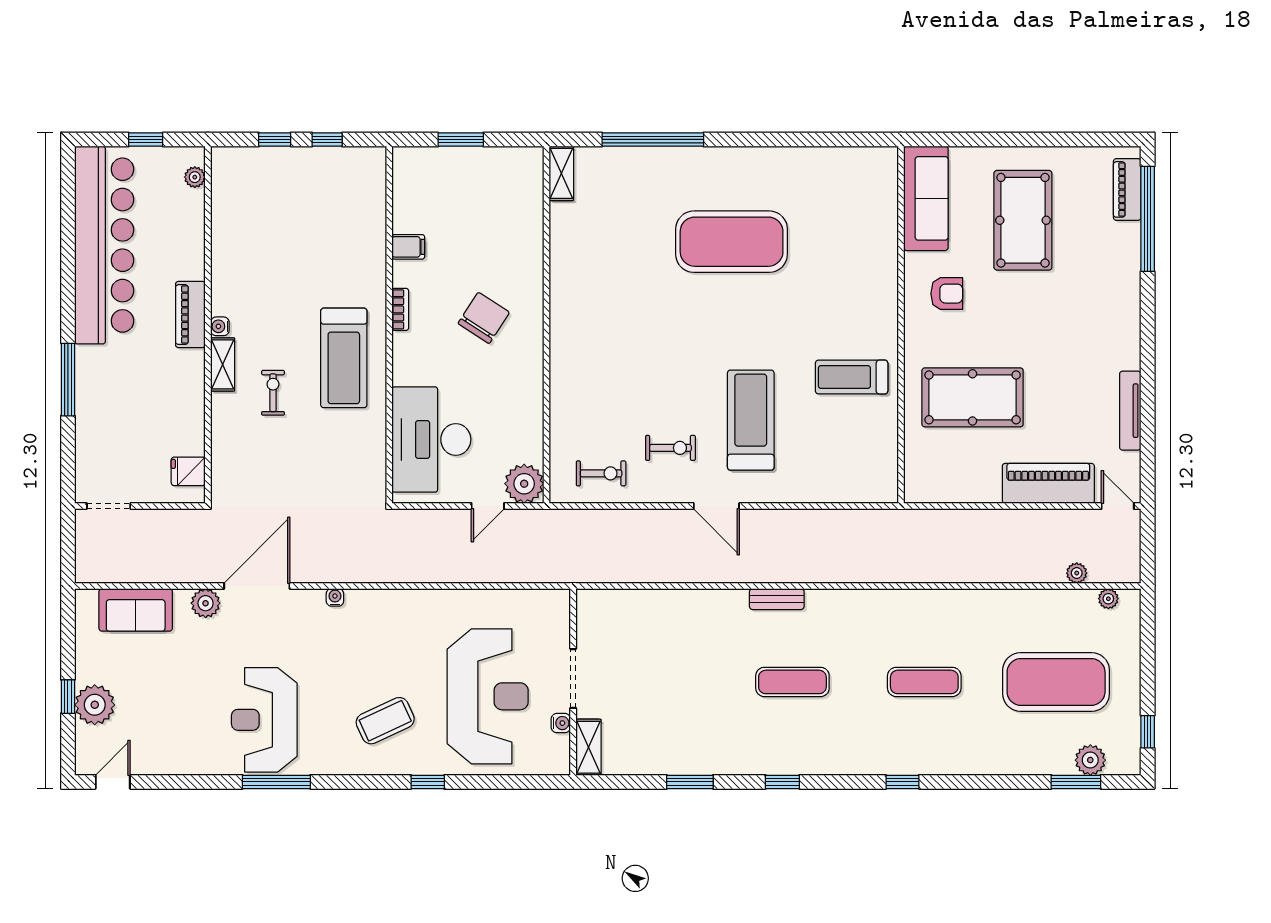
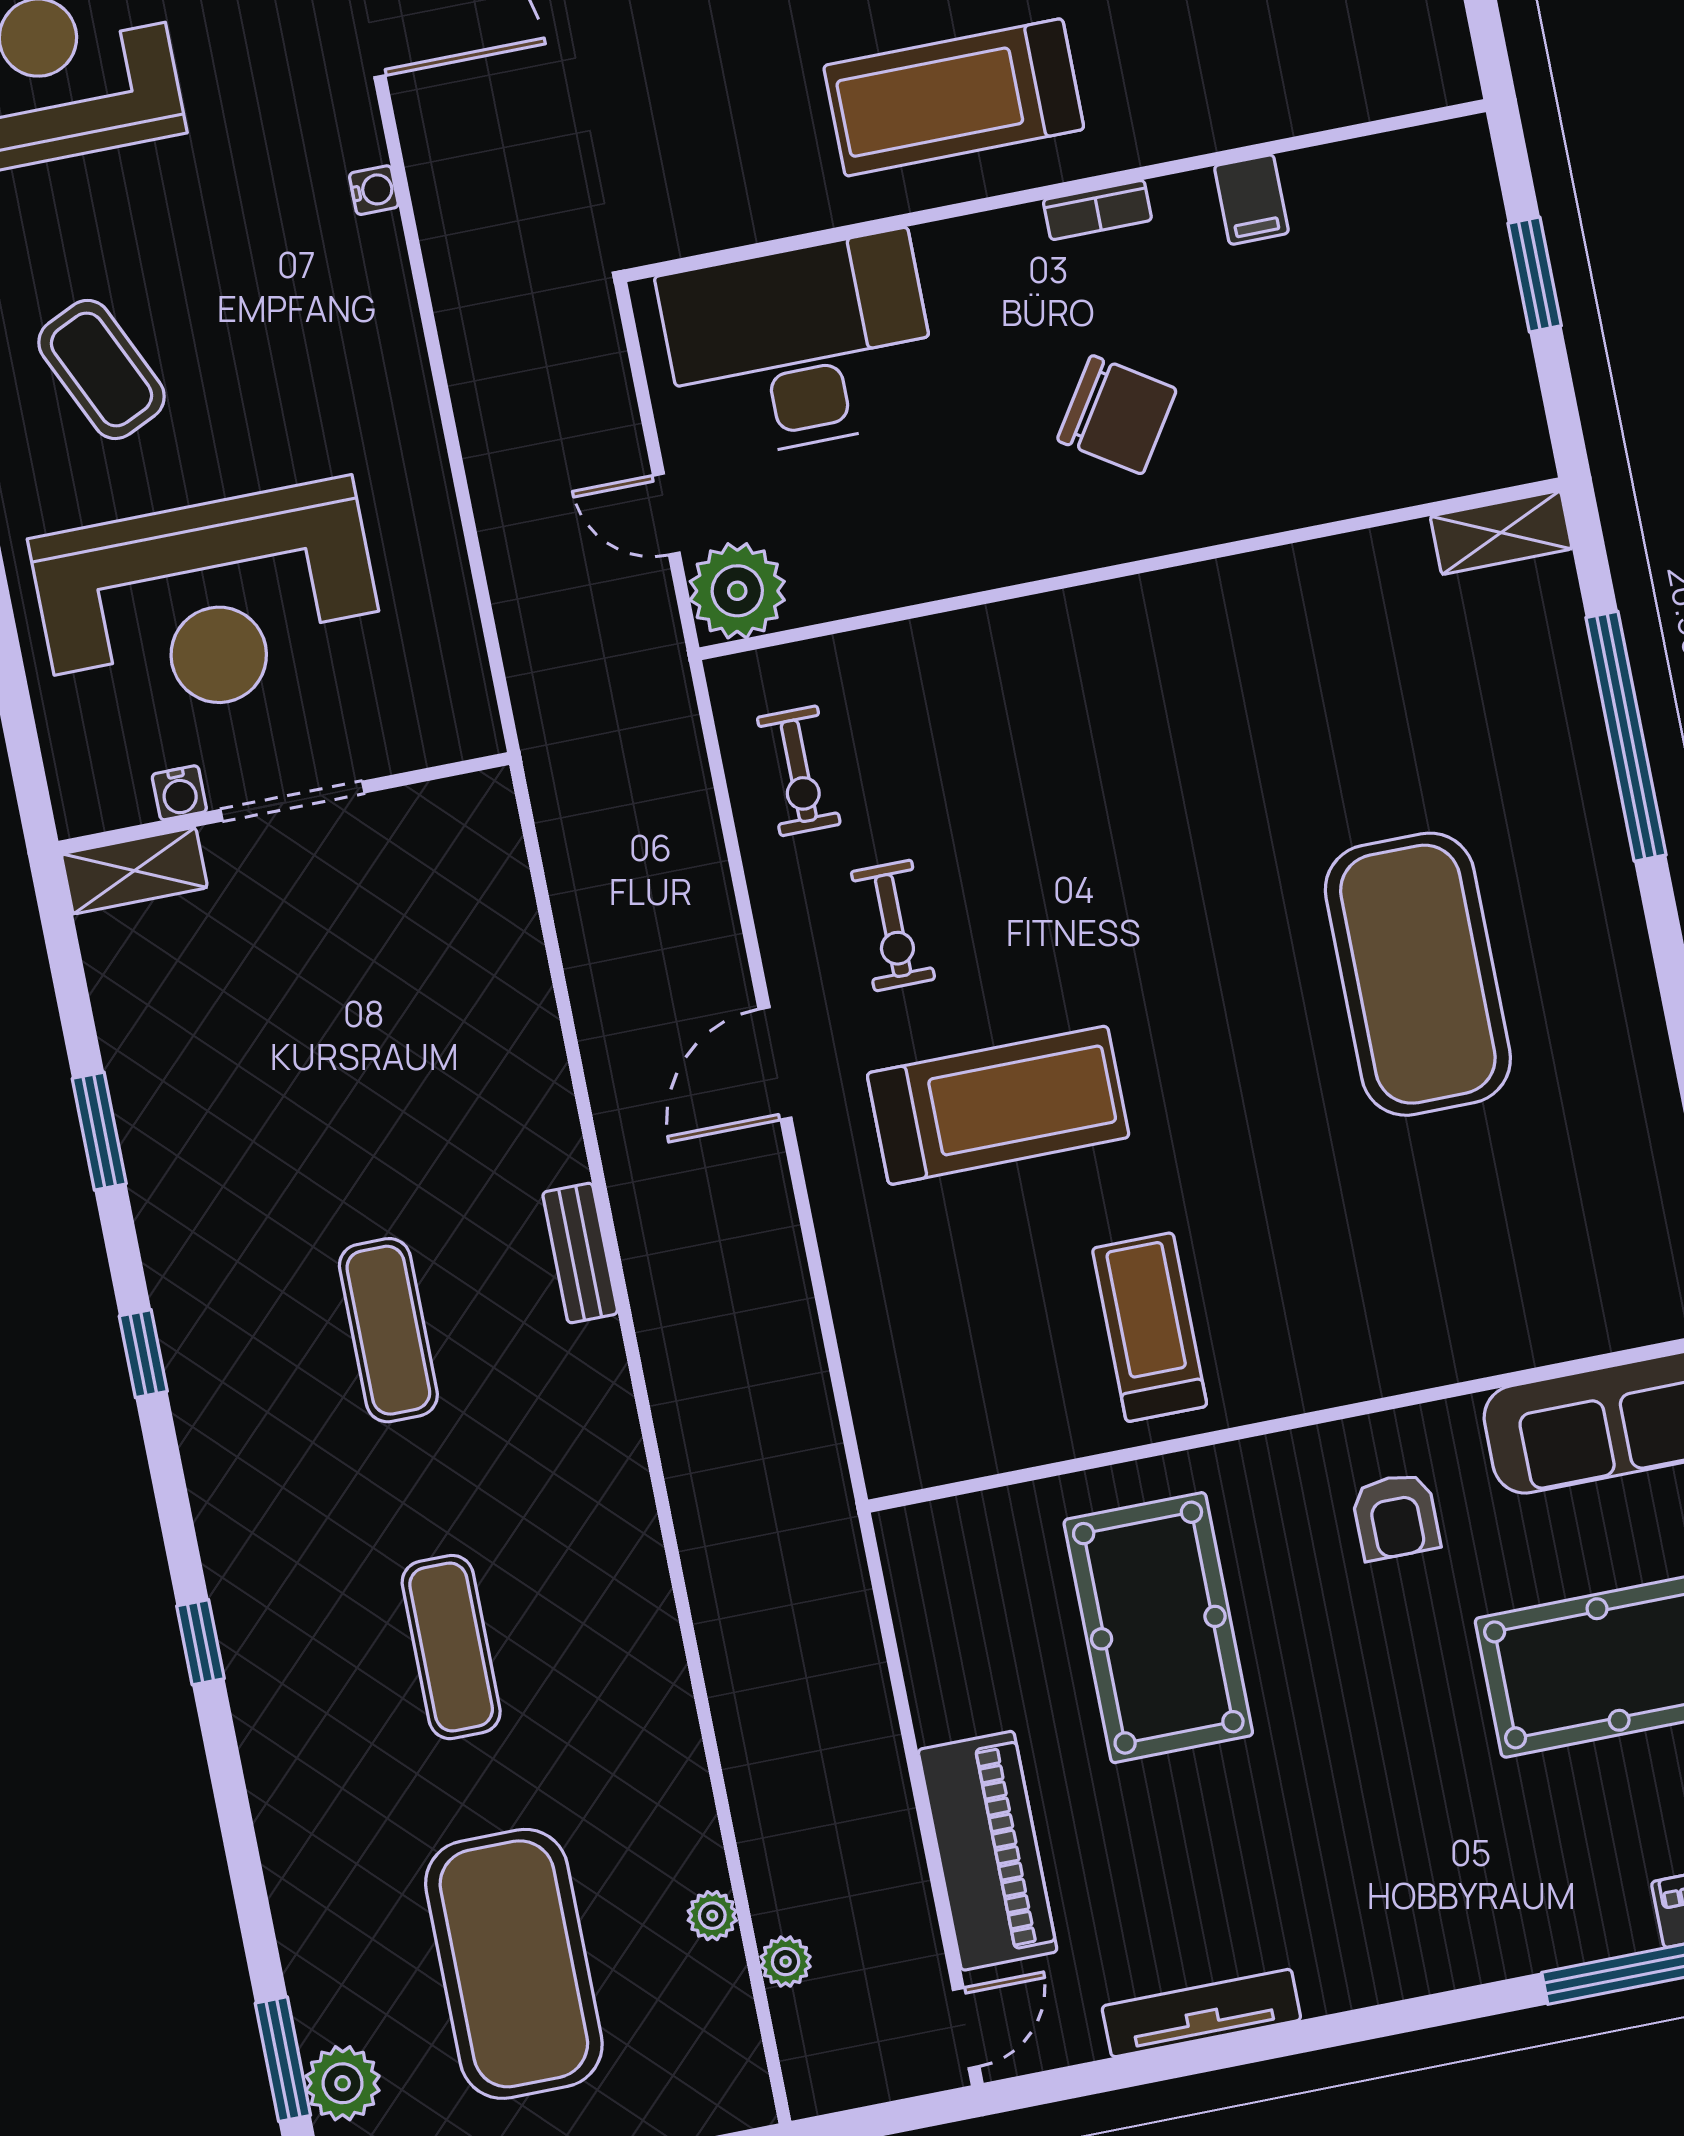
plant: (1108, 599) -> (712, 1916), moved

